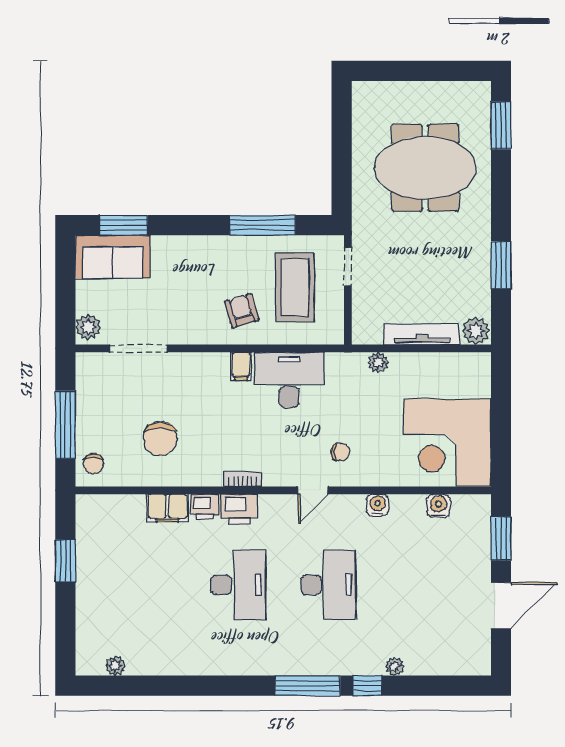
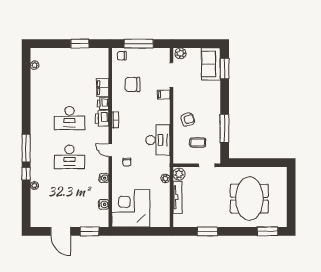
coffee table: (295, 287) -> (198, 143), width x0.54, depth x0.58
plant: (476, 331) -> (179, 174), moved
filing cabinet: (241, 366) -> (164, 94), moved

